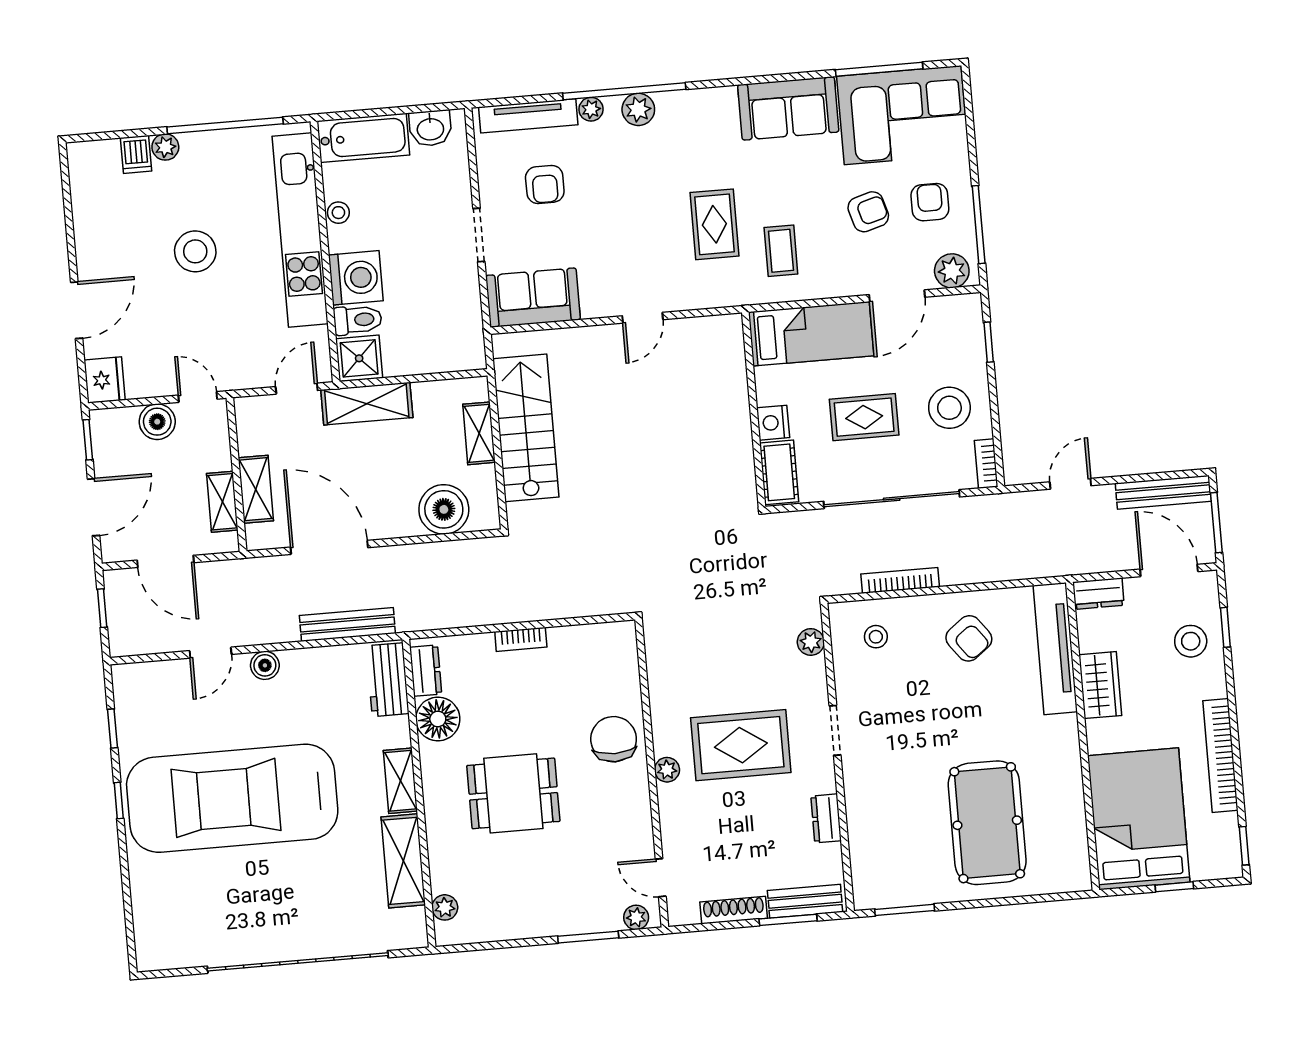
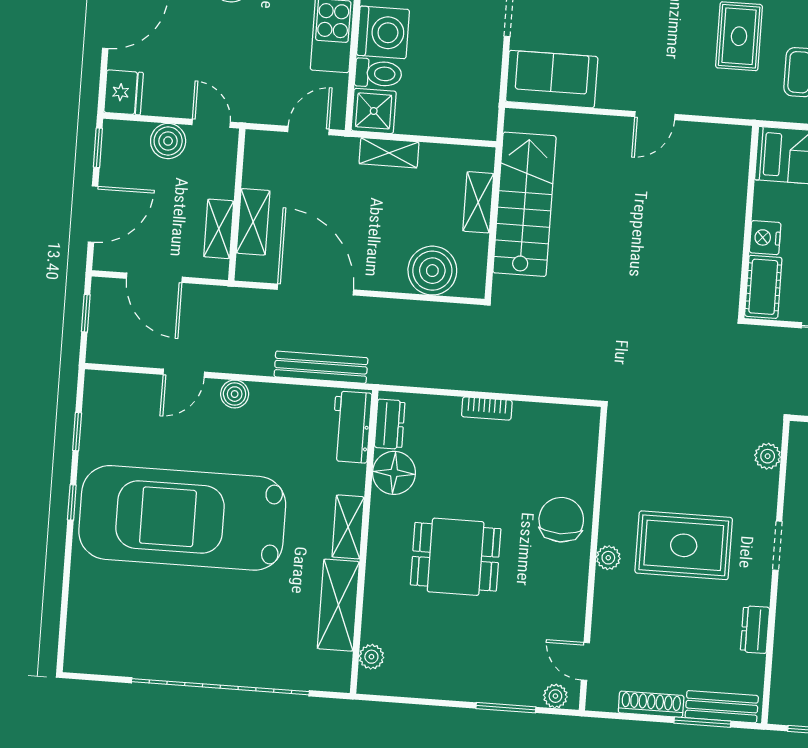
shelving: (367, 404) -> (389, 153), width x0.67, depth x0.75

